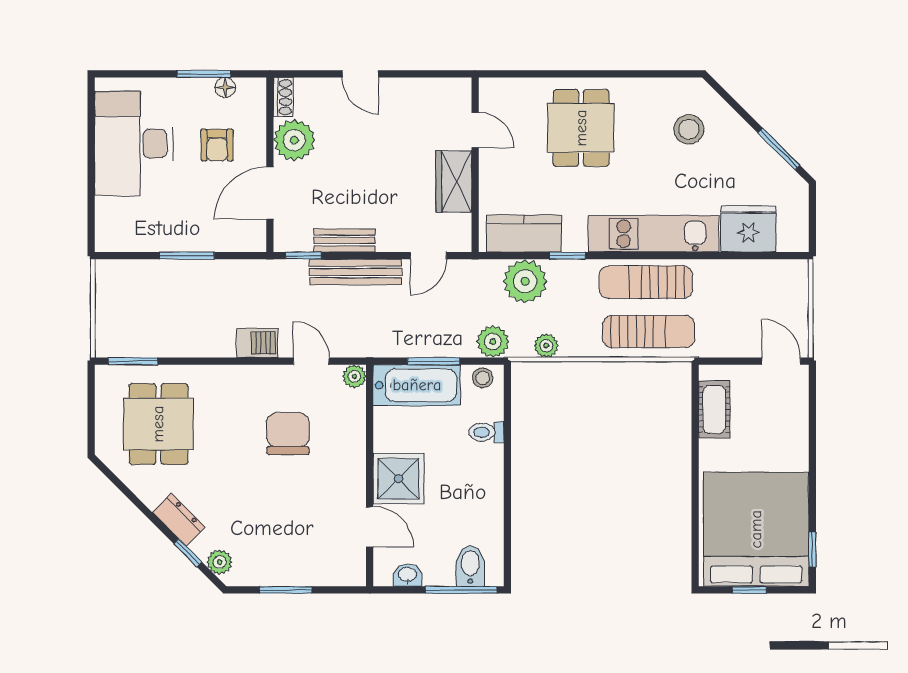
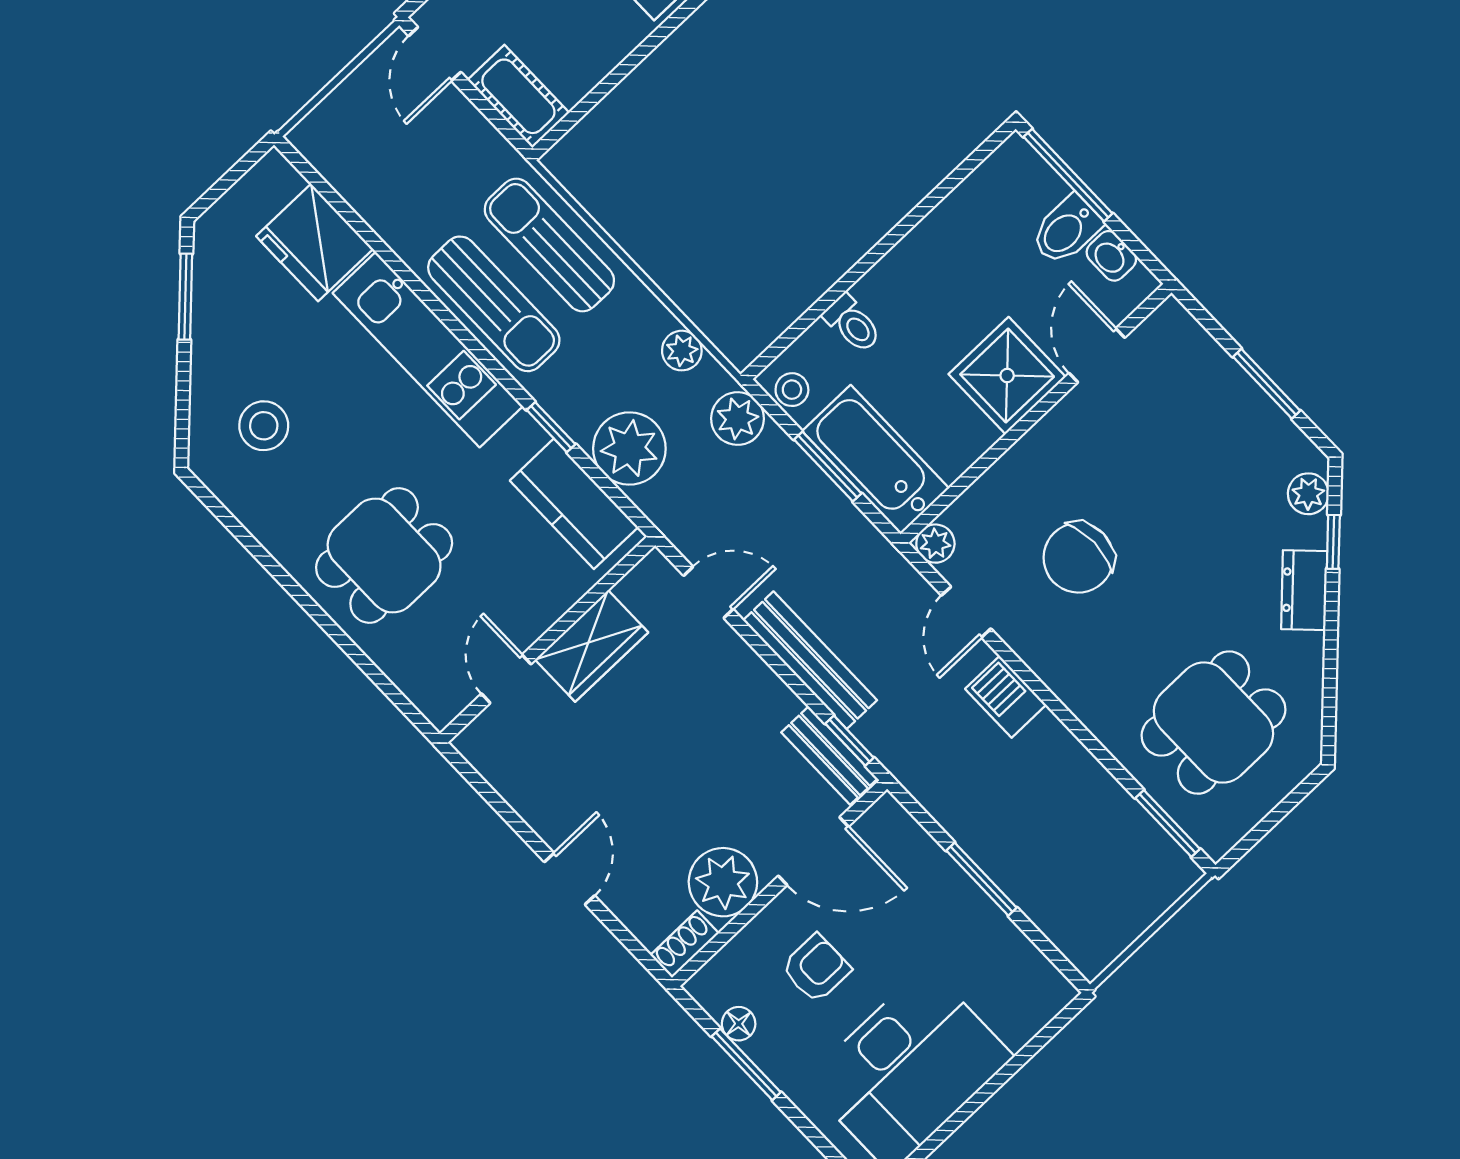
bench: (345, 240) -> (829, 755), moved
cot: (714, 409) -> (518, 96), moved, turned 90
bidet: (470, 566) -> (1066, 230), moved

